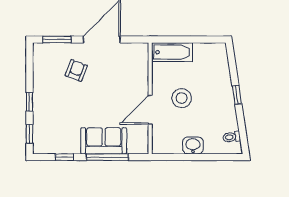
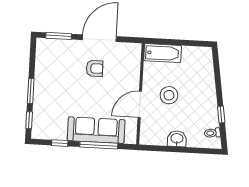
armchair: (76, 71) -> (95, 68), moved, turned 69
window: (237, 95) -> (221, 115), moved
window: (29, 102) -> (31, 91), width x1.50
sofa: (104, 141) -> (96, 130), width x1.36

